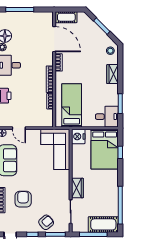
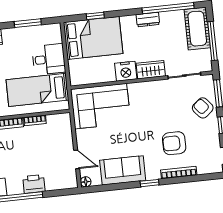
desk: (107, 117) -> (49, 59), moved, turned 90
door: (19, 128) -> (77, 159), hinge flipped
nightstand: (78, 136) -> (126, 71), moved
dresser: (114, 190) -> (148, 19), added

